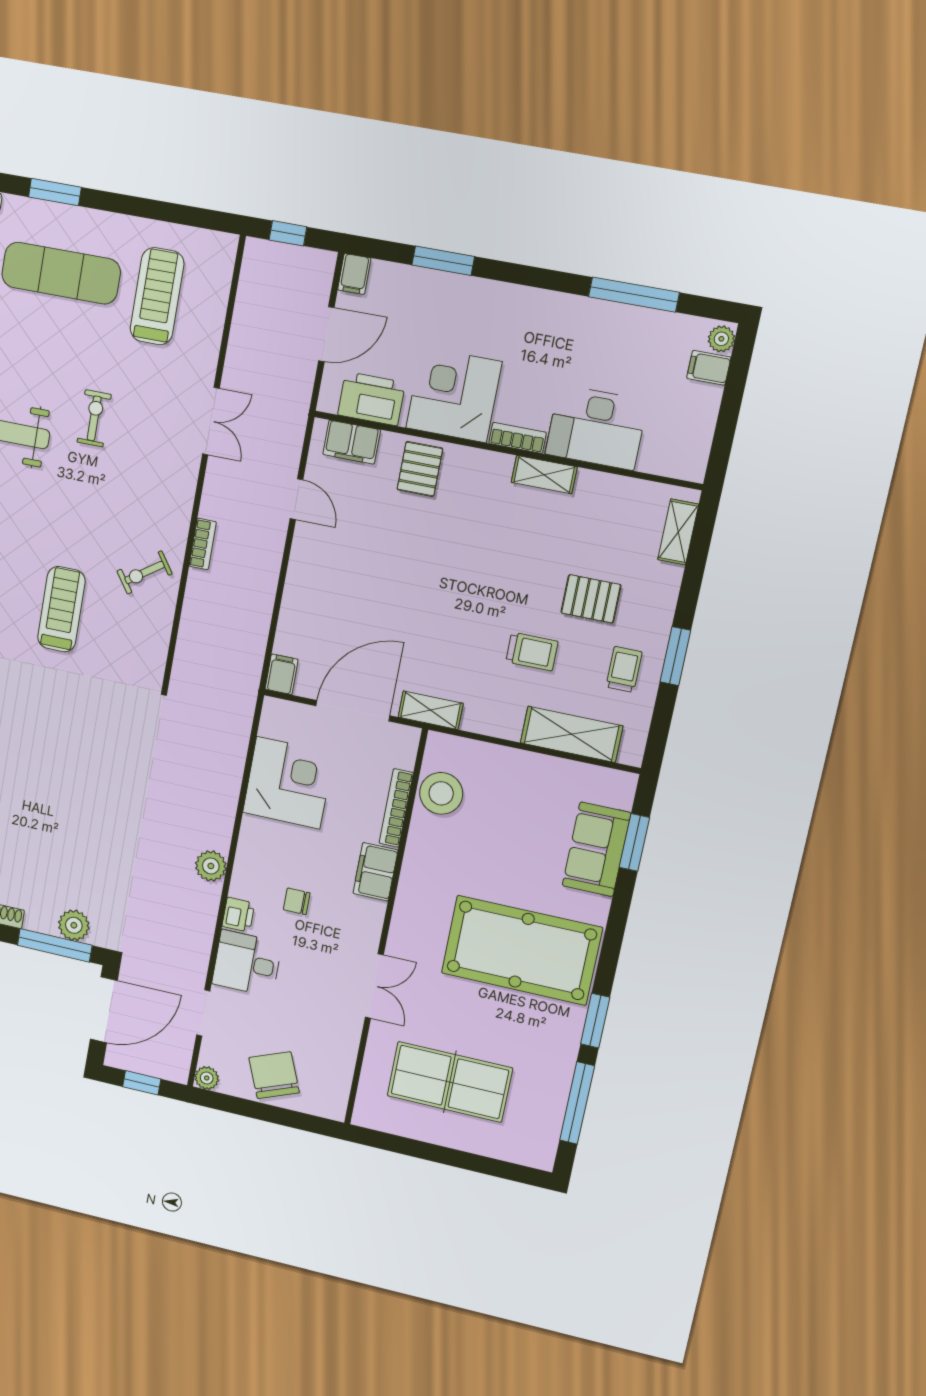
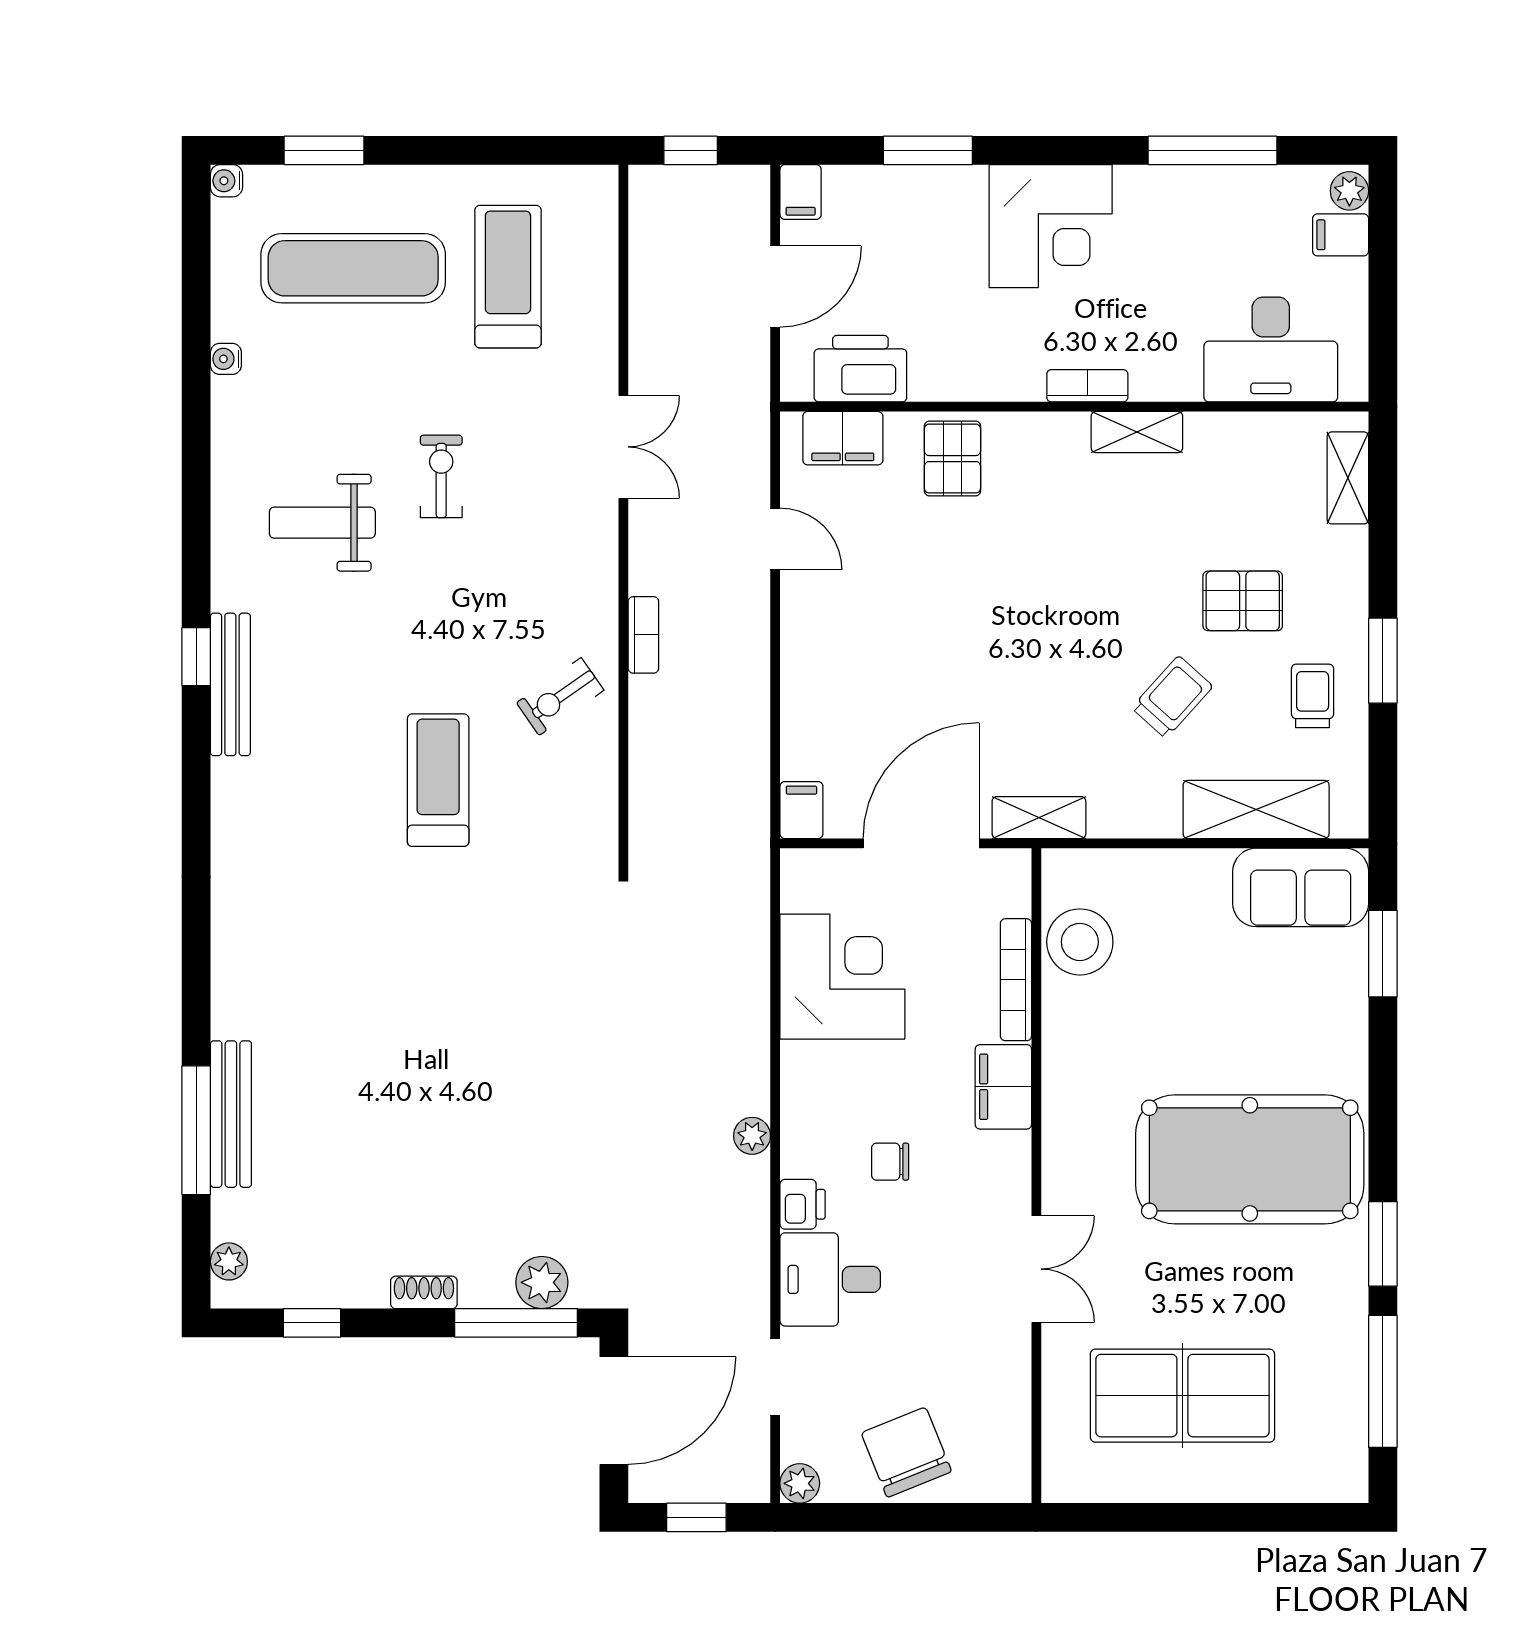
corner desk: (454, 395) -> (1051, 226), moved, turned 180
desk: (596, 428) -> (1271, 350), moved
trolley: (532, 652) -> (1172, 697), turned -48
sofa: (597, 849) -> (1301, 887), moved, turned -90
plant: (211, 866) -> (752, 1136), width x0.73, depth x0.73

